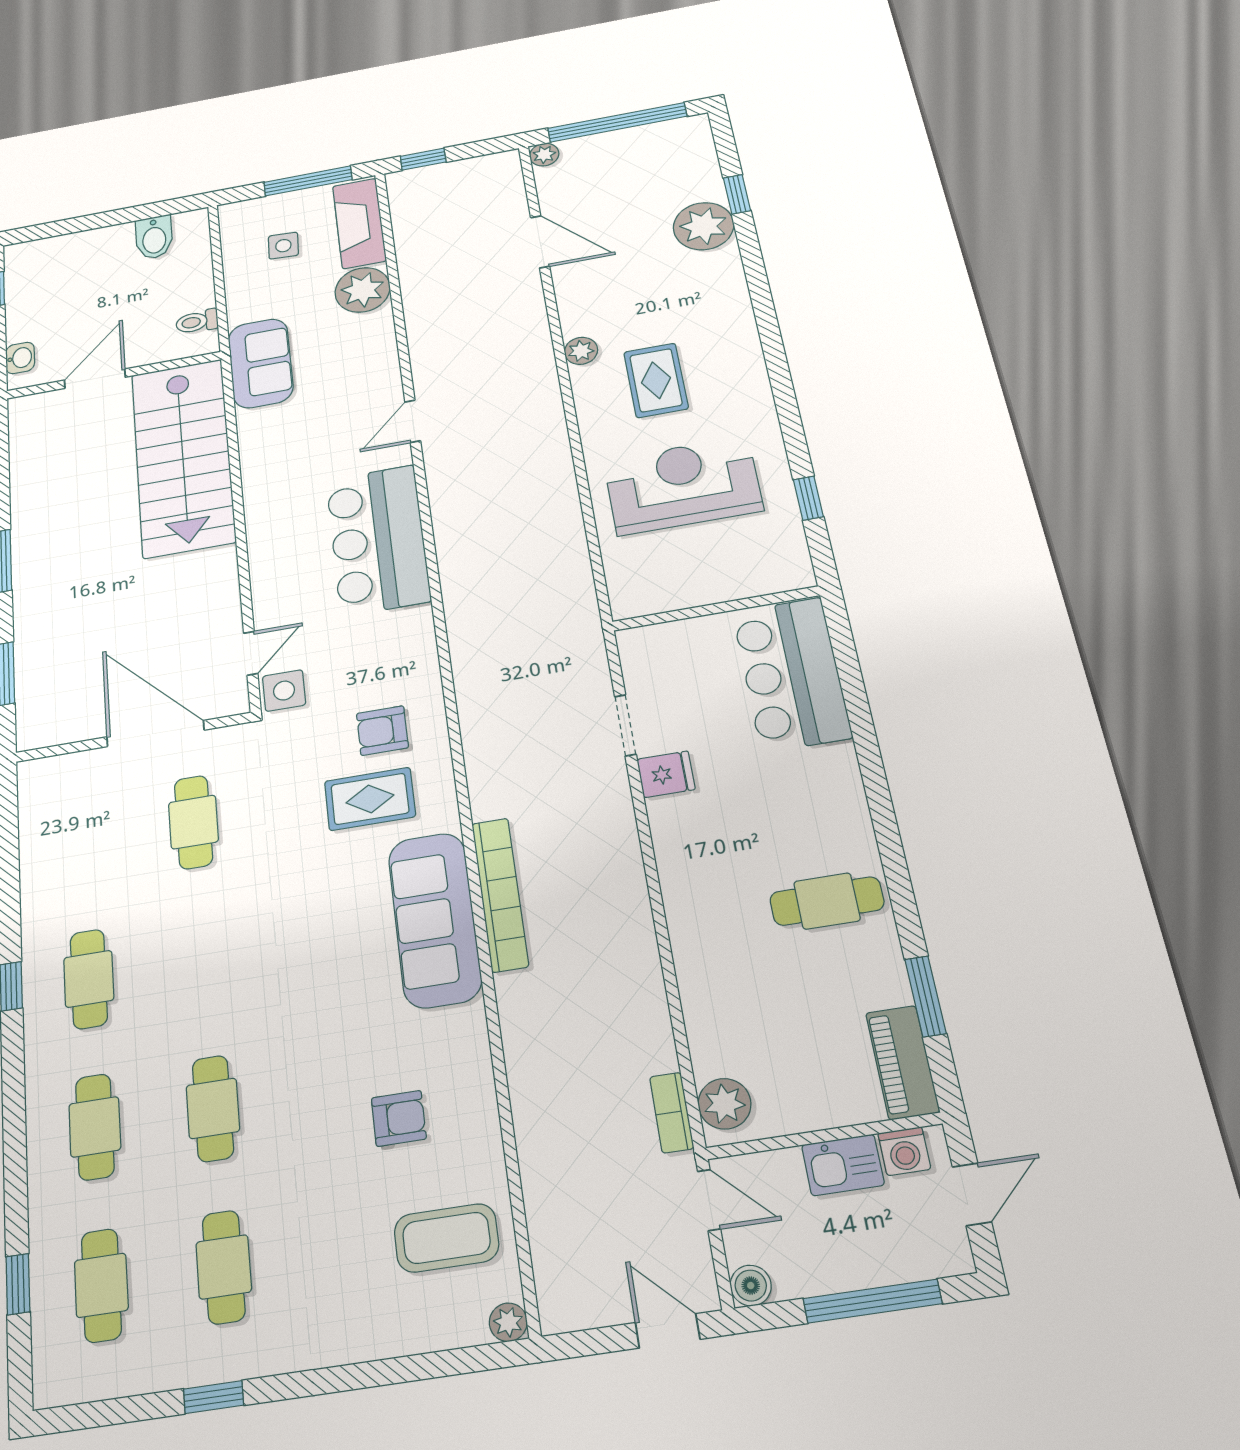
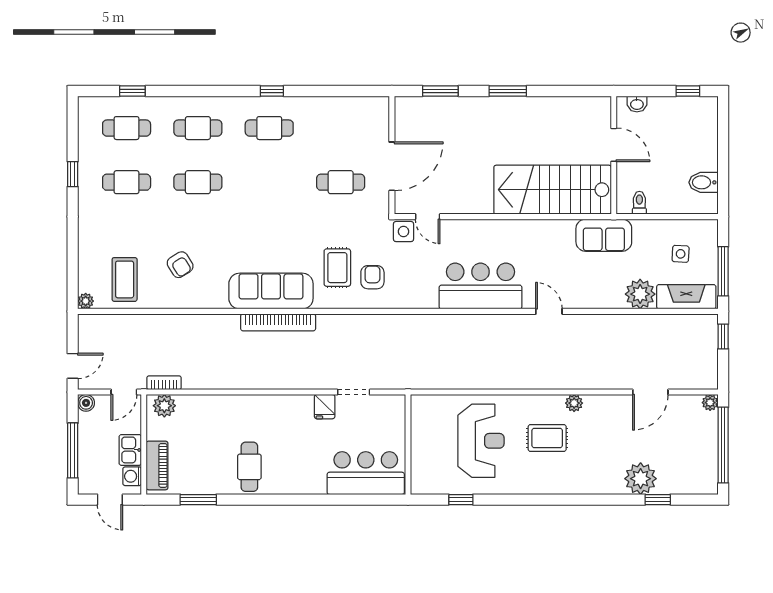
piano: (902, 1062) -> (157, 465), moved, turned 90
armchair: (399, 1118) -> (180, 265), turned -32

